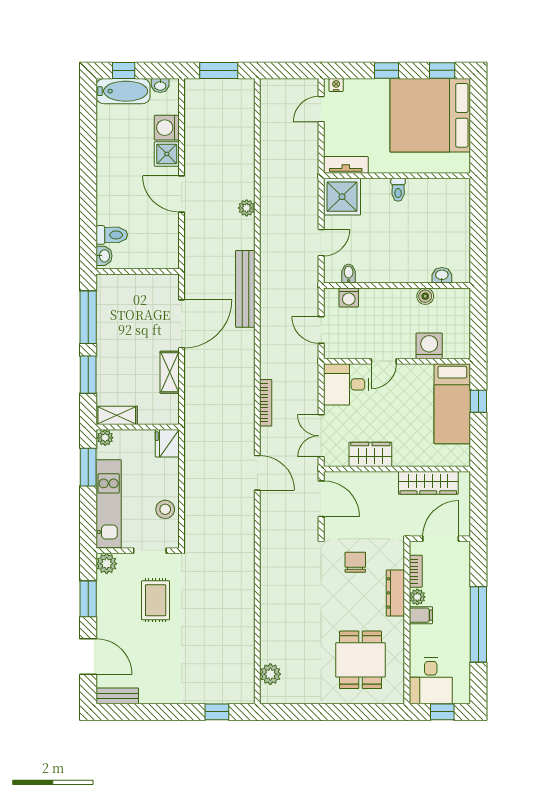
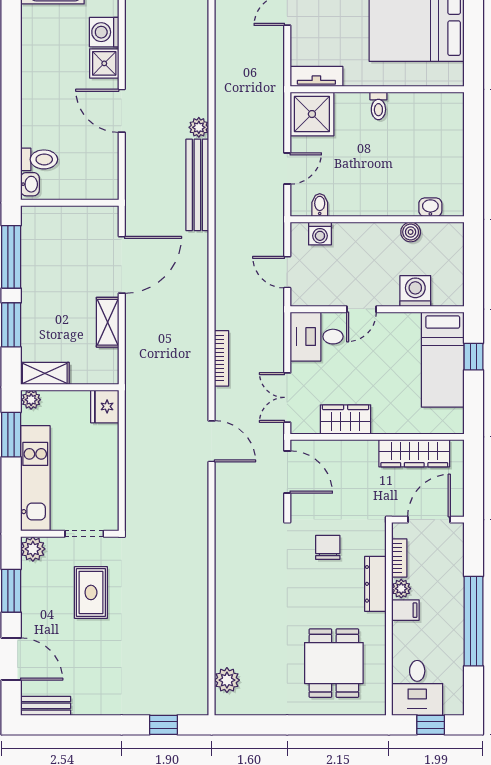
bench: (245, 289) -> (197, 185), moved
stool: (165, 509) -> (102, 485), removed

